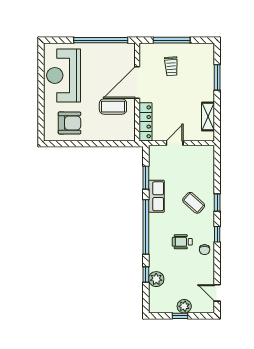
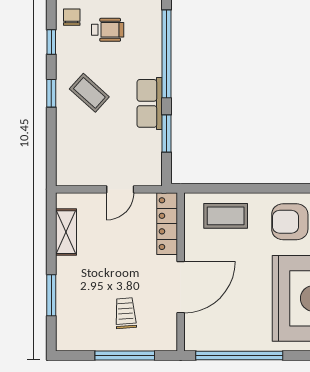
coffee table: (113, 107) -> (226, 216), moved

